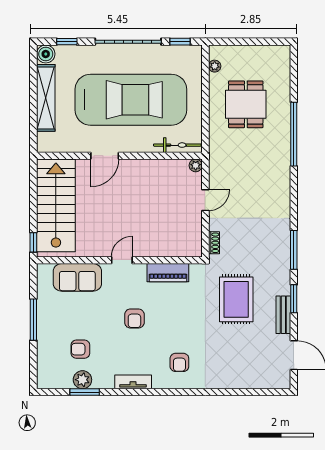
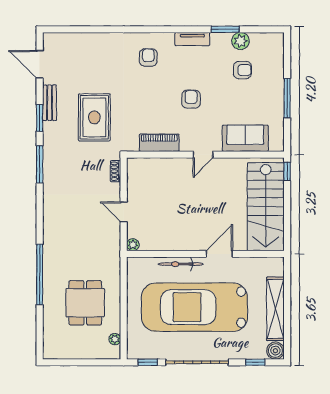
bicycle: (177, 145) -> (181, 264), moved
door: (205, 200) -> (124, 212), hinge flipped
window: (85, 392) -> (225, 29), moved

